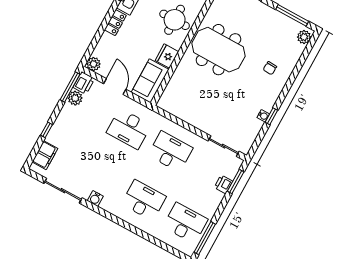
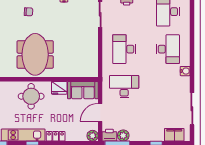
desk: (129, 129) -> (124, 87), turned -90
water cooler: (95, 198) -> (185, 71), moved
desk: (144, 200) -> (168, 49), turned 180

